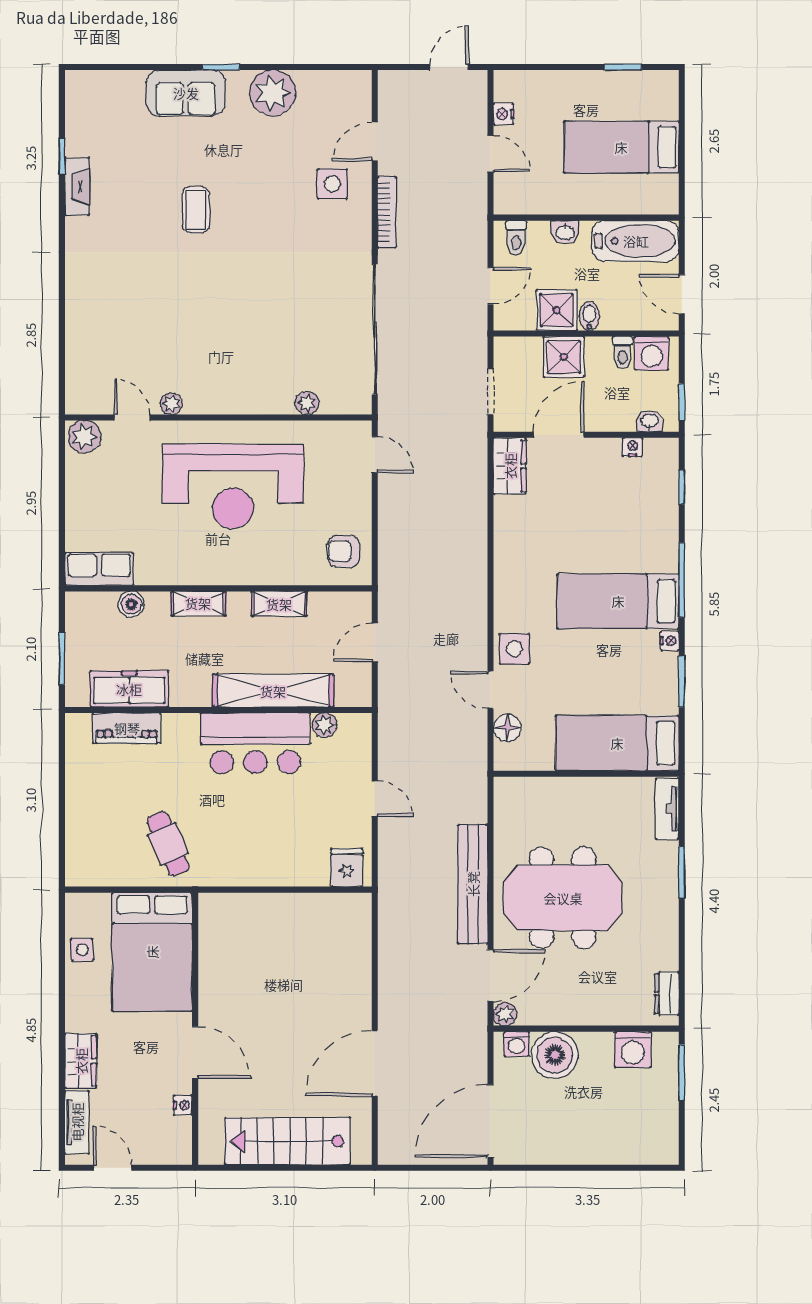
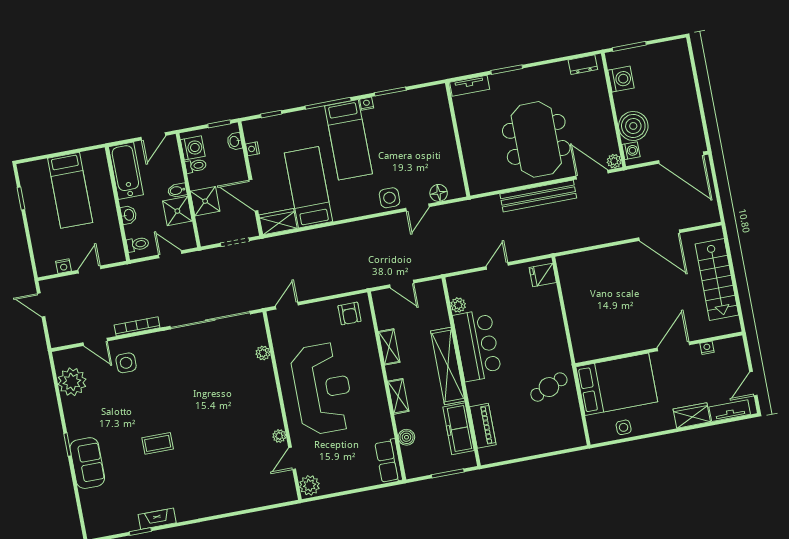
plant: (273, 93) -> (72, 382), moved
shelving: (273, 691) -> (448, 366), moved
bed: (617, 743) -> (308, 187), moved, turned 180

